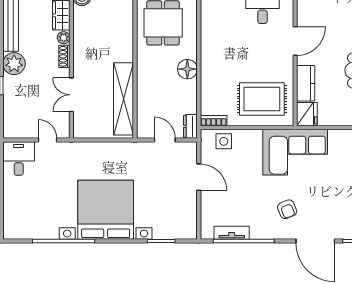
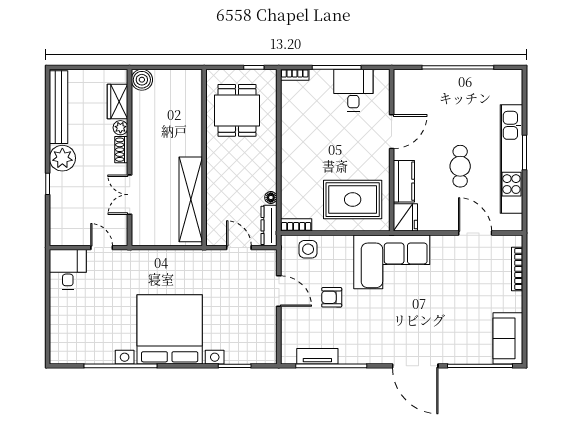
floor lamp: (187, 69) -> (271, 198), moved, width x0.53, depth x0.53
dresser: (190, 126) -> (269, 225), width x1.44
armchair: (287, 209) -> (332, 297), moved, turned 112

